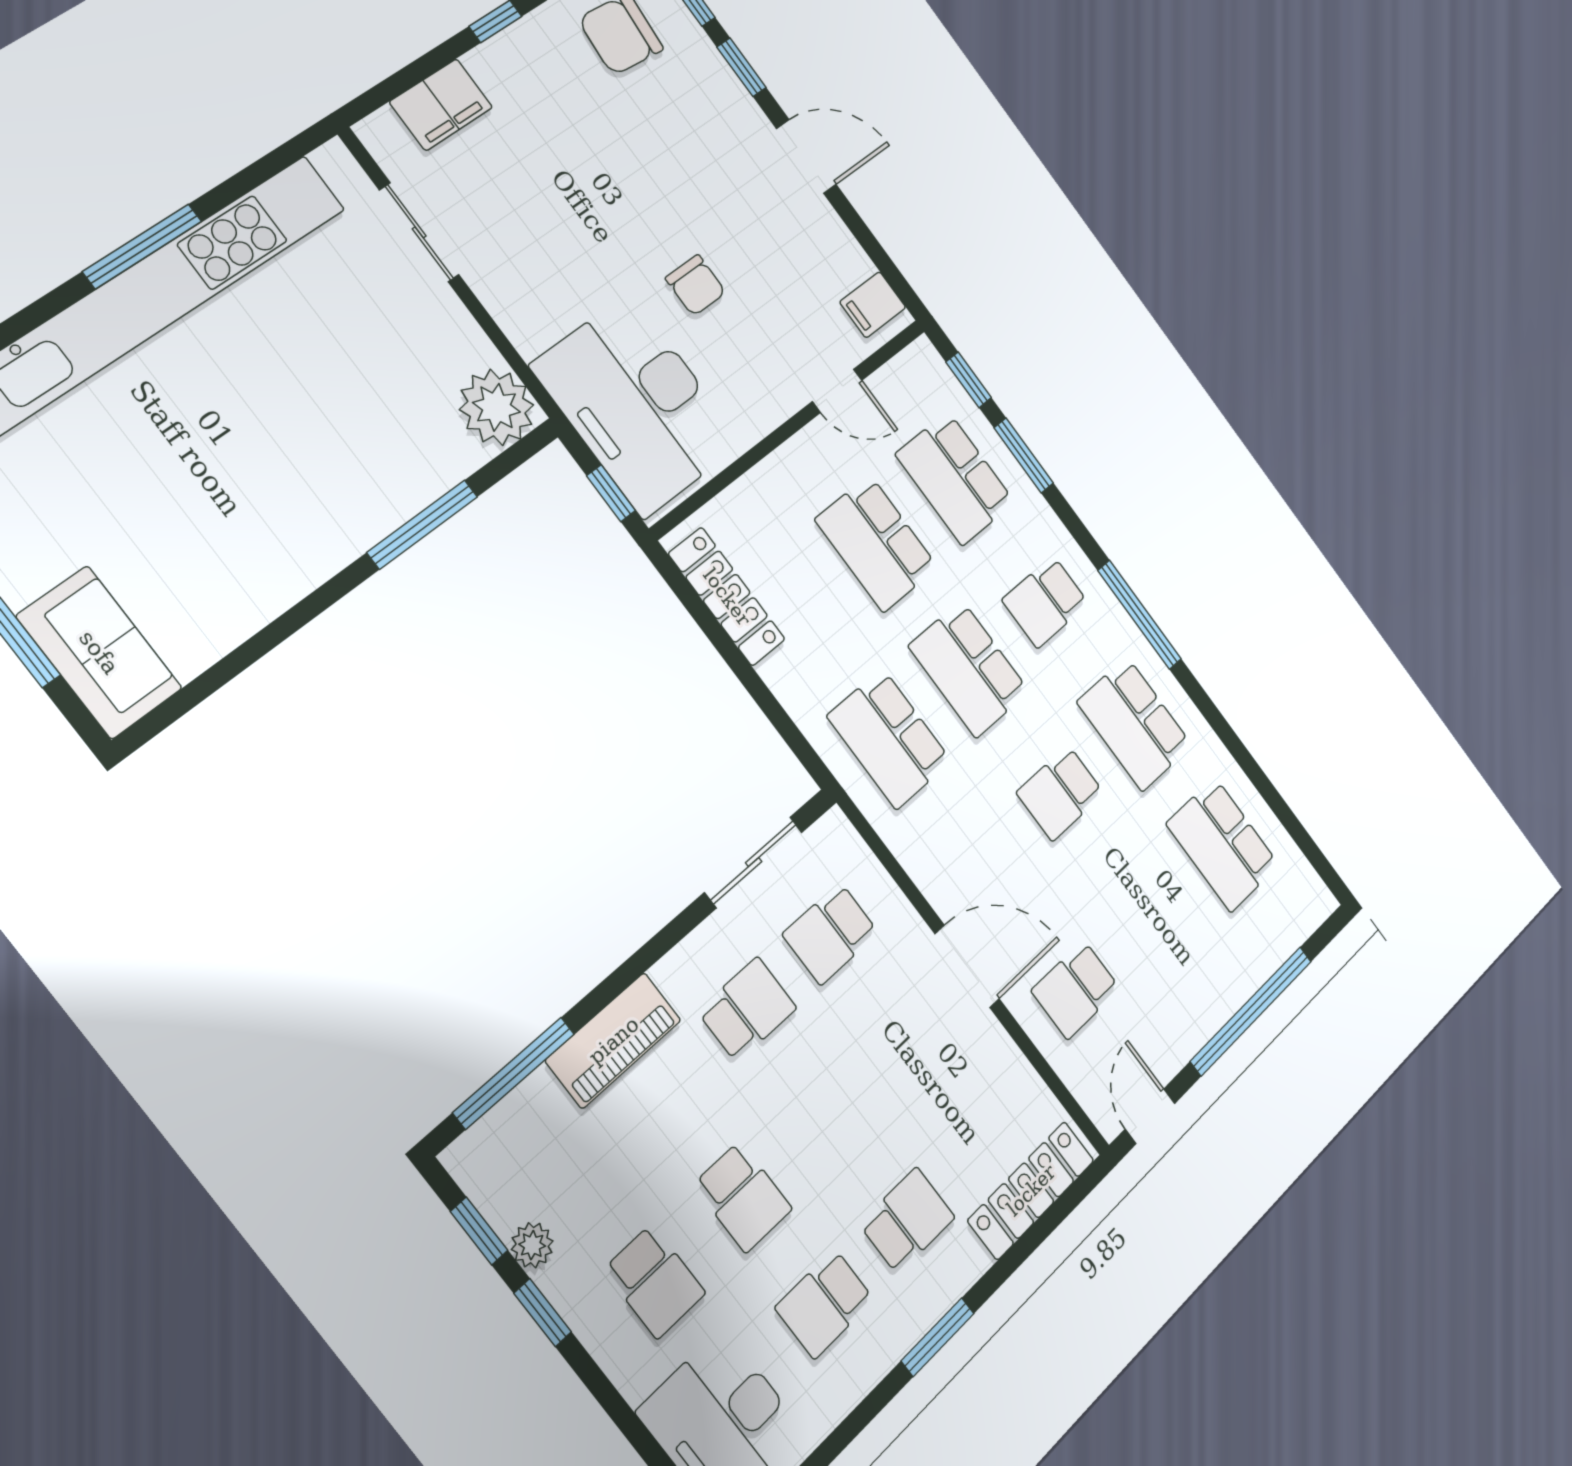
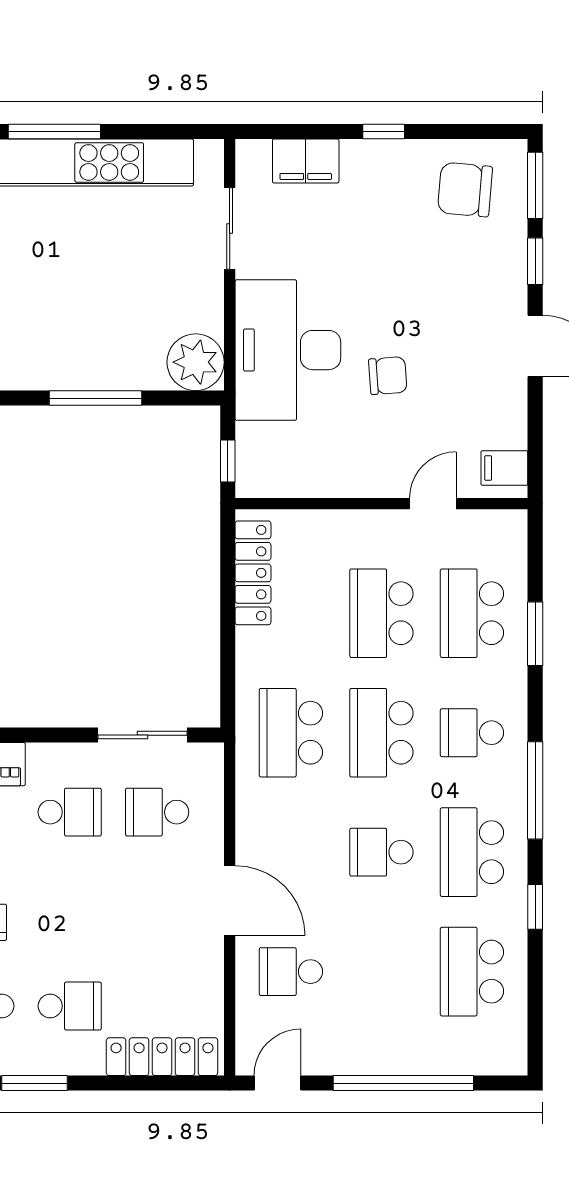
chair: (696, 285) -> (388, 376), turned -94
window: (969, 380) -> (535, 907), moved
door: (837, 391) -> (433, 504), swing flipped
desk: (637, 405) -> (288, 350), moved

